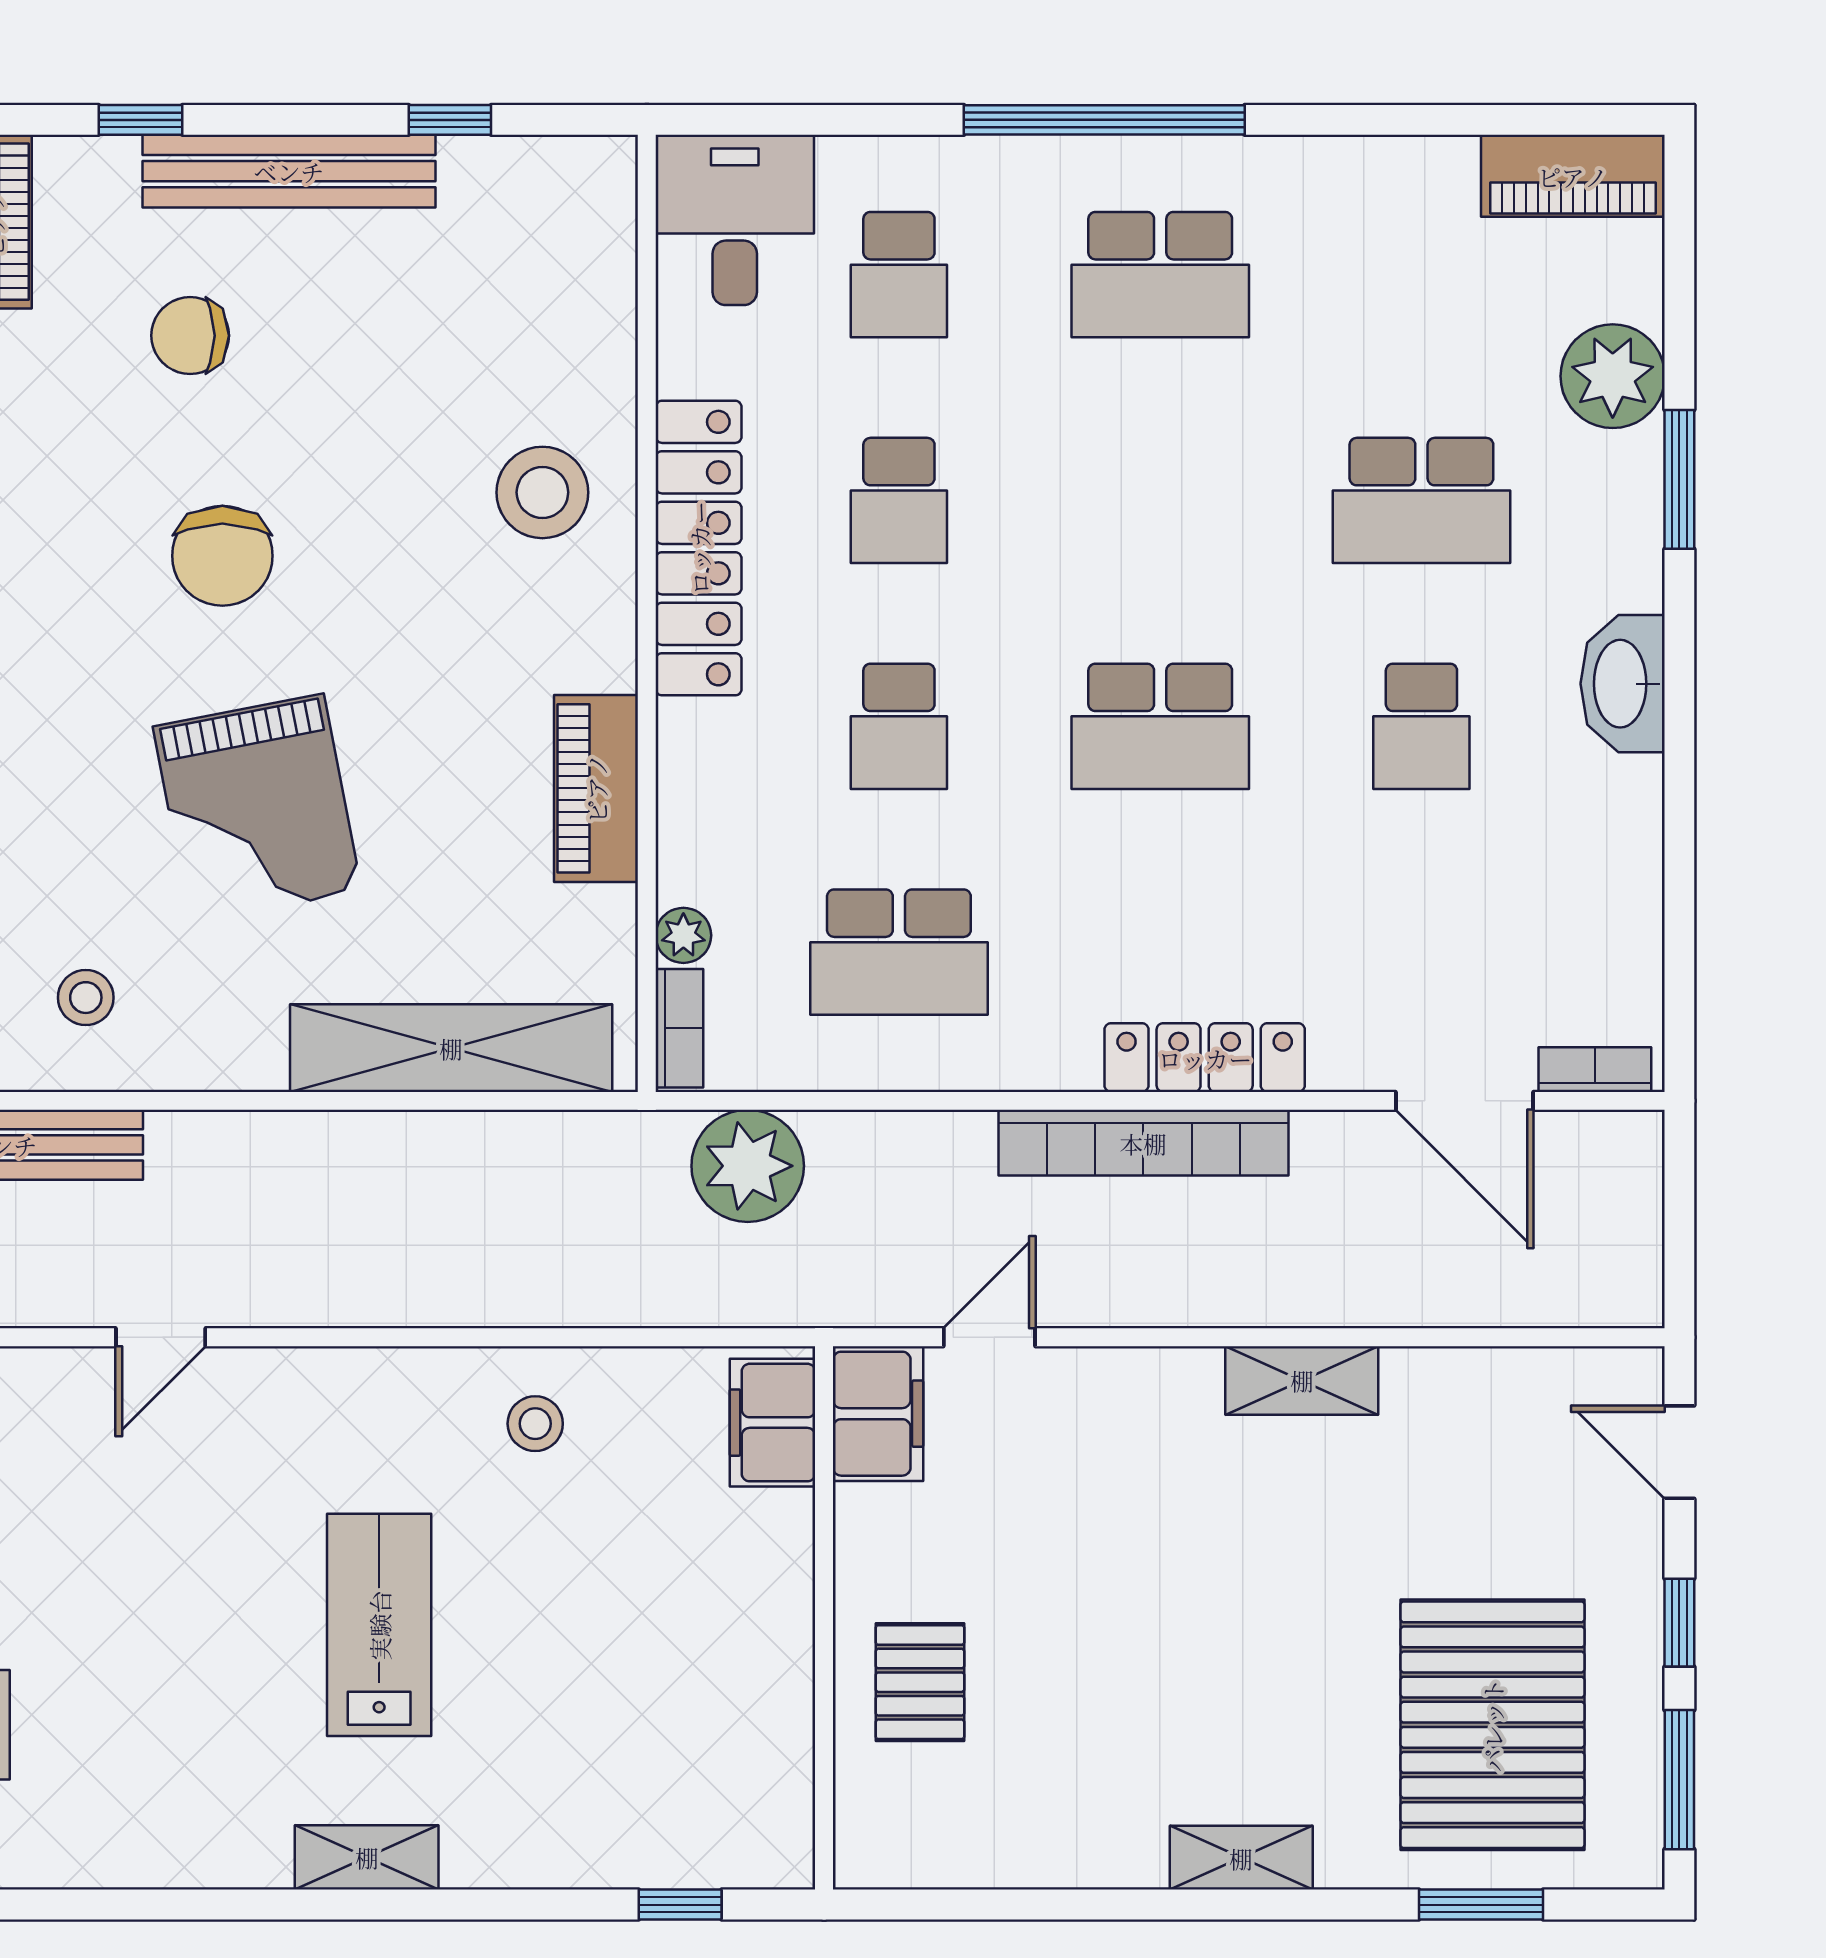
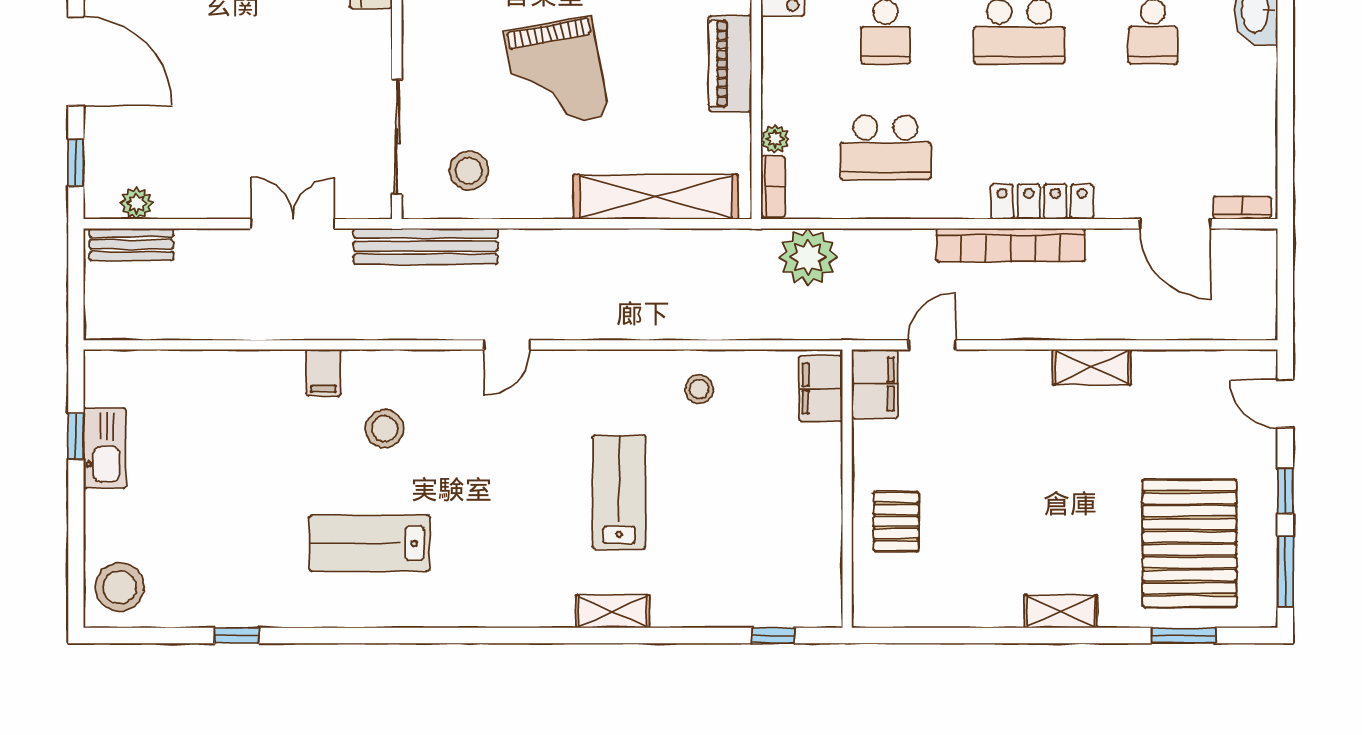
stool: (86, 998) -> (469, 171), width x1.37, depth x1.37

